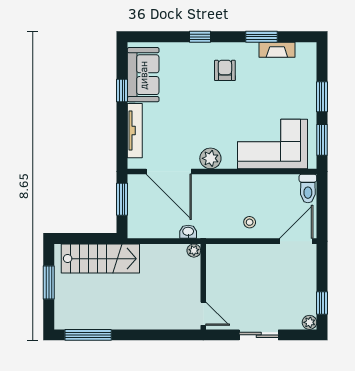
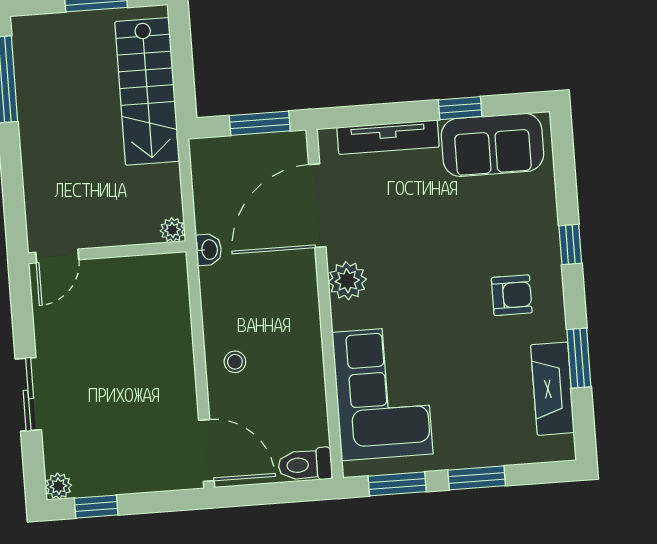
fireplace: (277, 50) -> (552, 389), width x1.37, depth x1.32
plant: (194, 251) -> (172, 230), moved
wall: (203, 287) -> (107, 252), moved
door: (203, 314) -> (57, 256), moved

